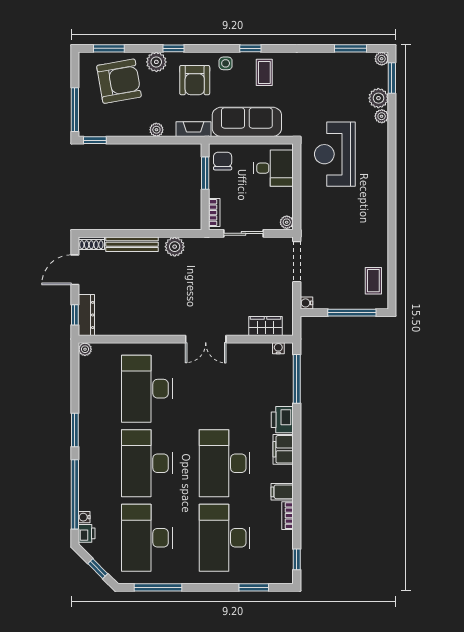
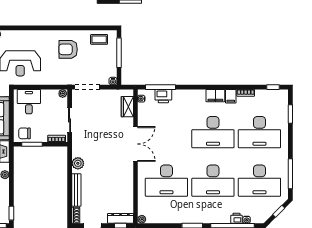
armchair: (357, 231) -> (68, 49), added
double door: (206, 339) -> (136, 144), width x1.37
printer: (282, 420) -> (163, 96), moved
filing cabinet: (283, 449) -> (215, 96), moved
printer: (87, 533) -> (236, 218), moved

